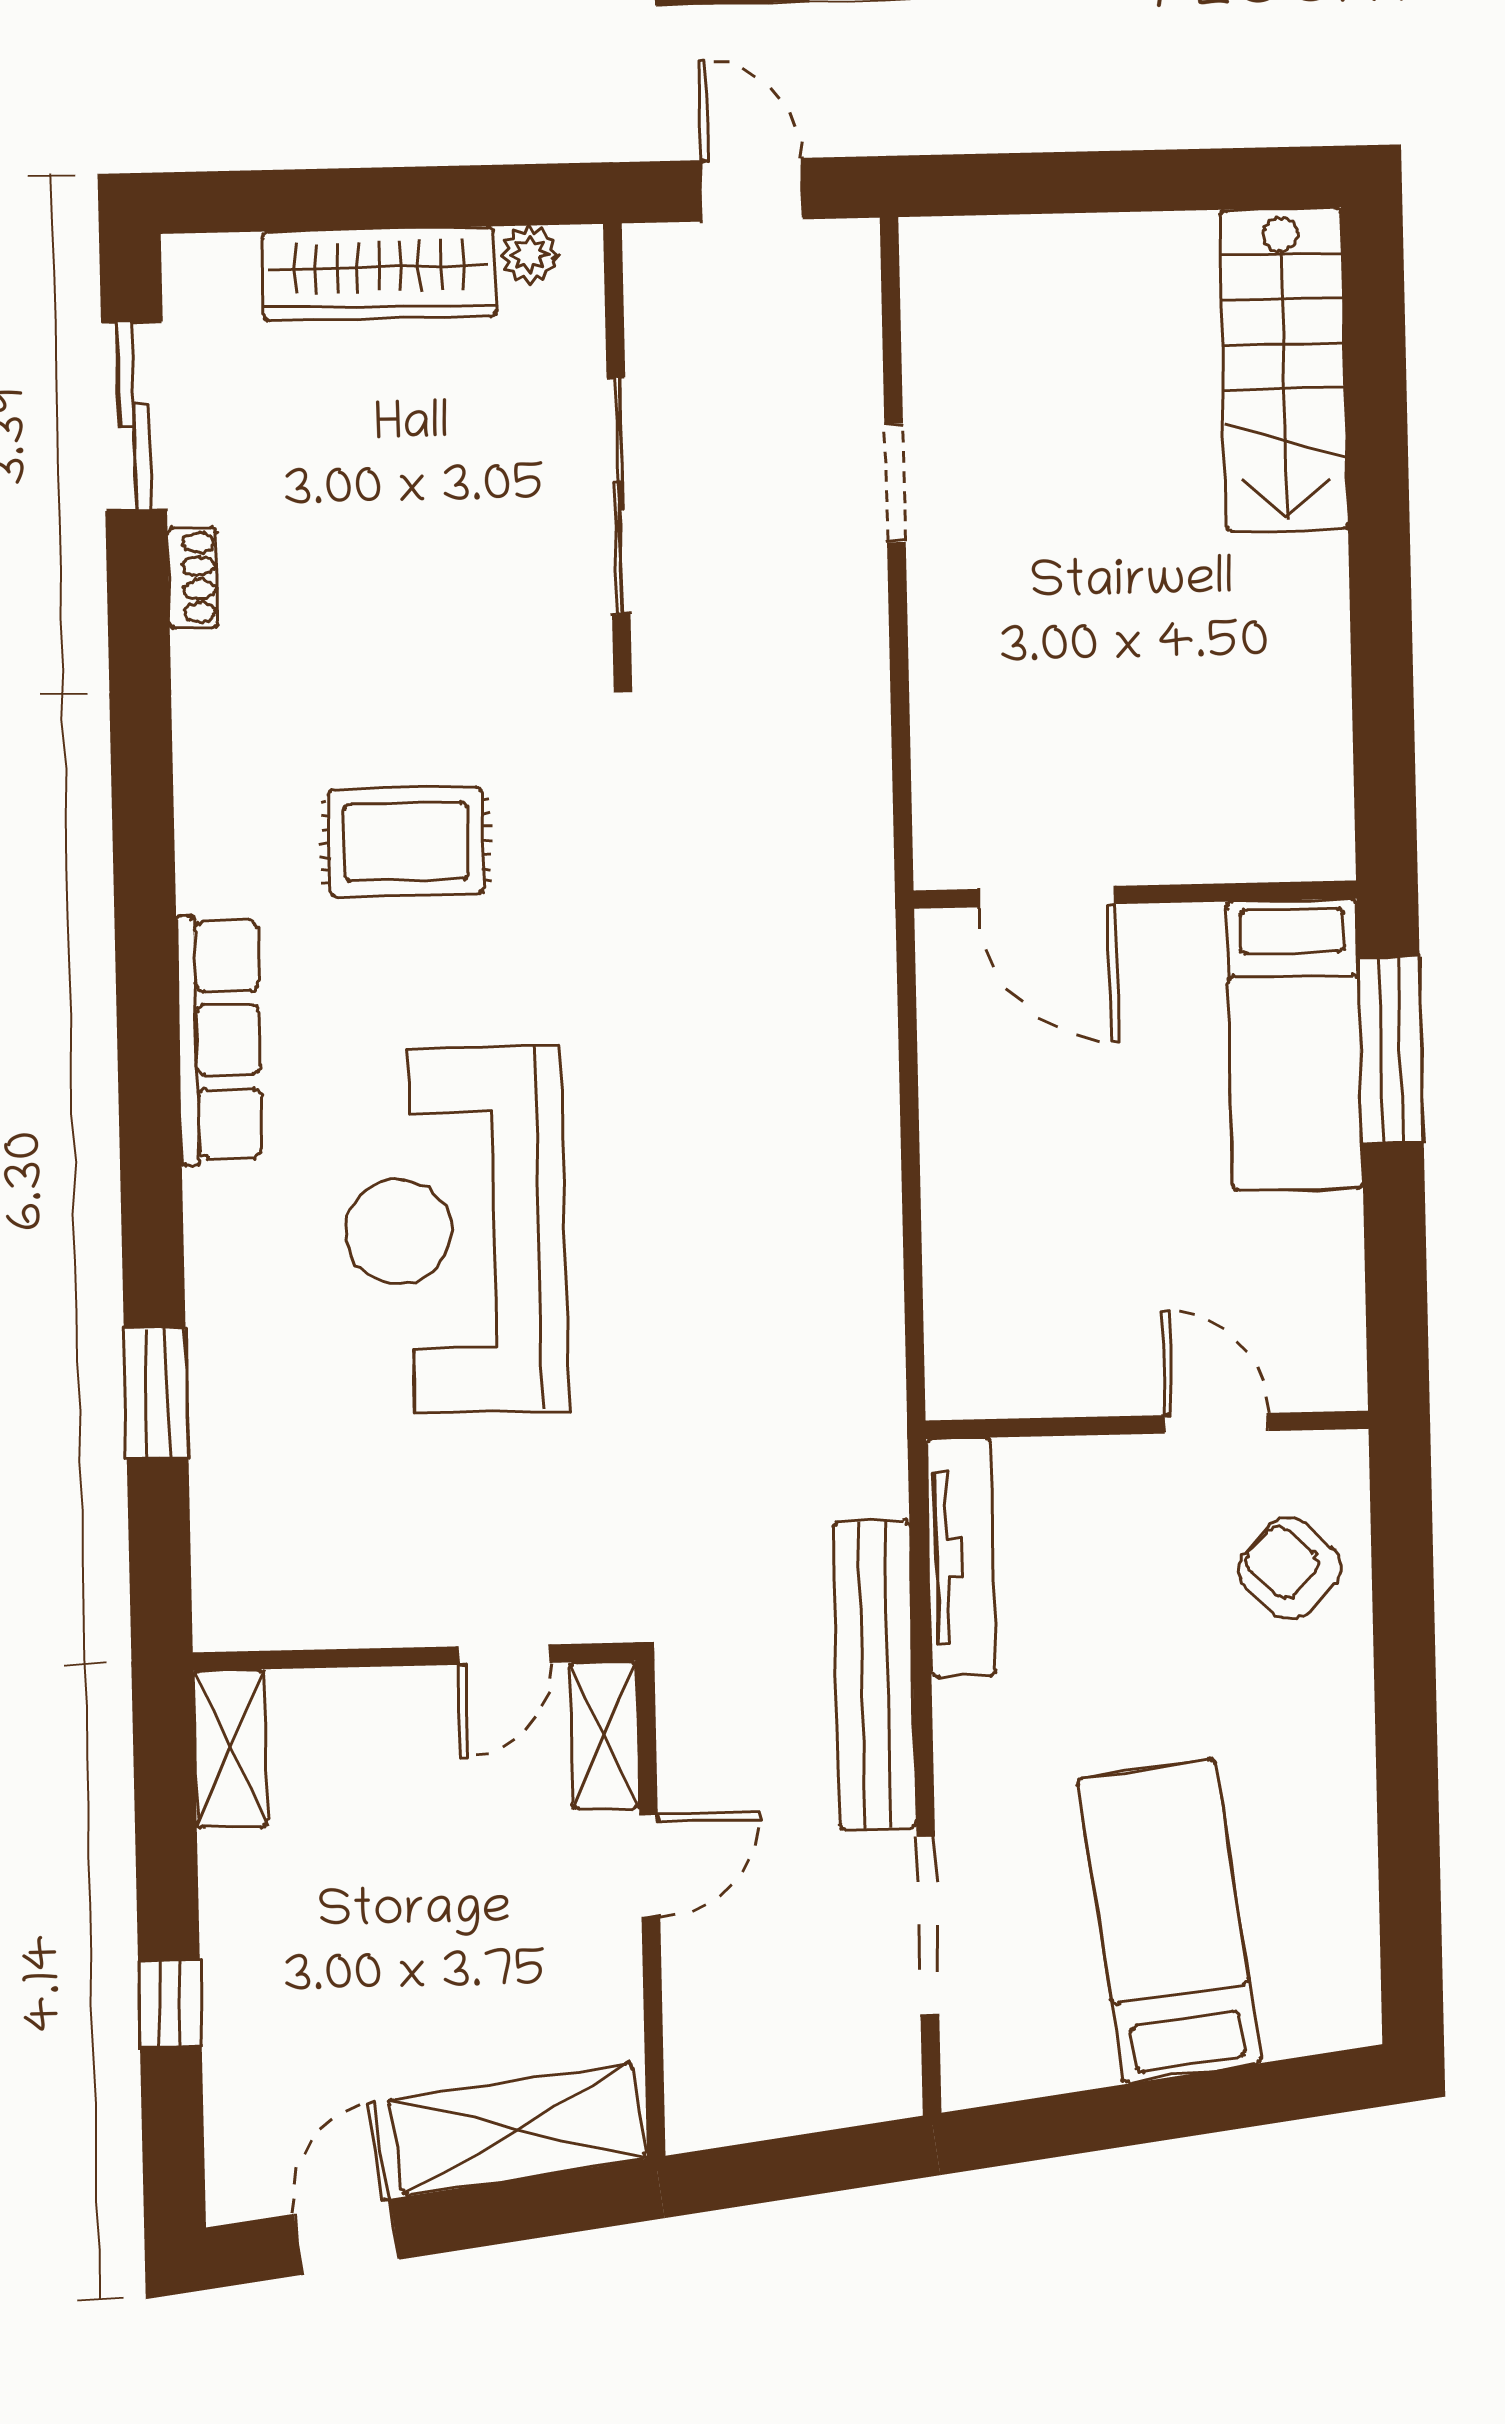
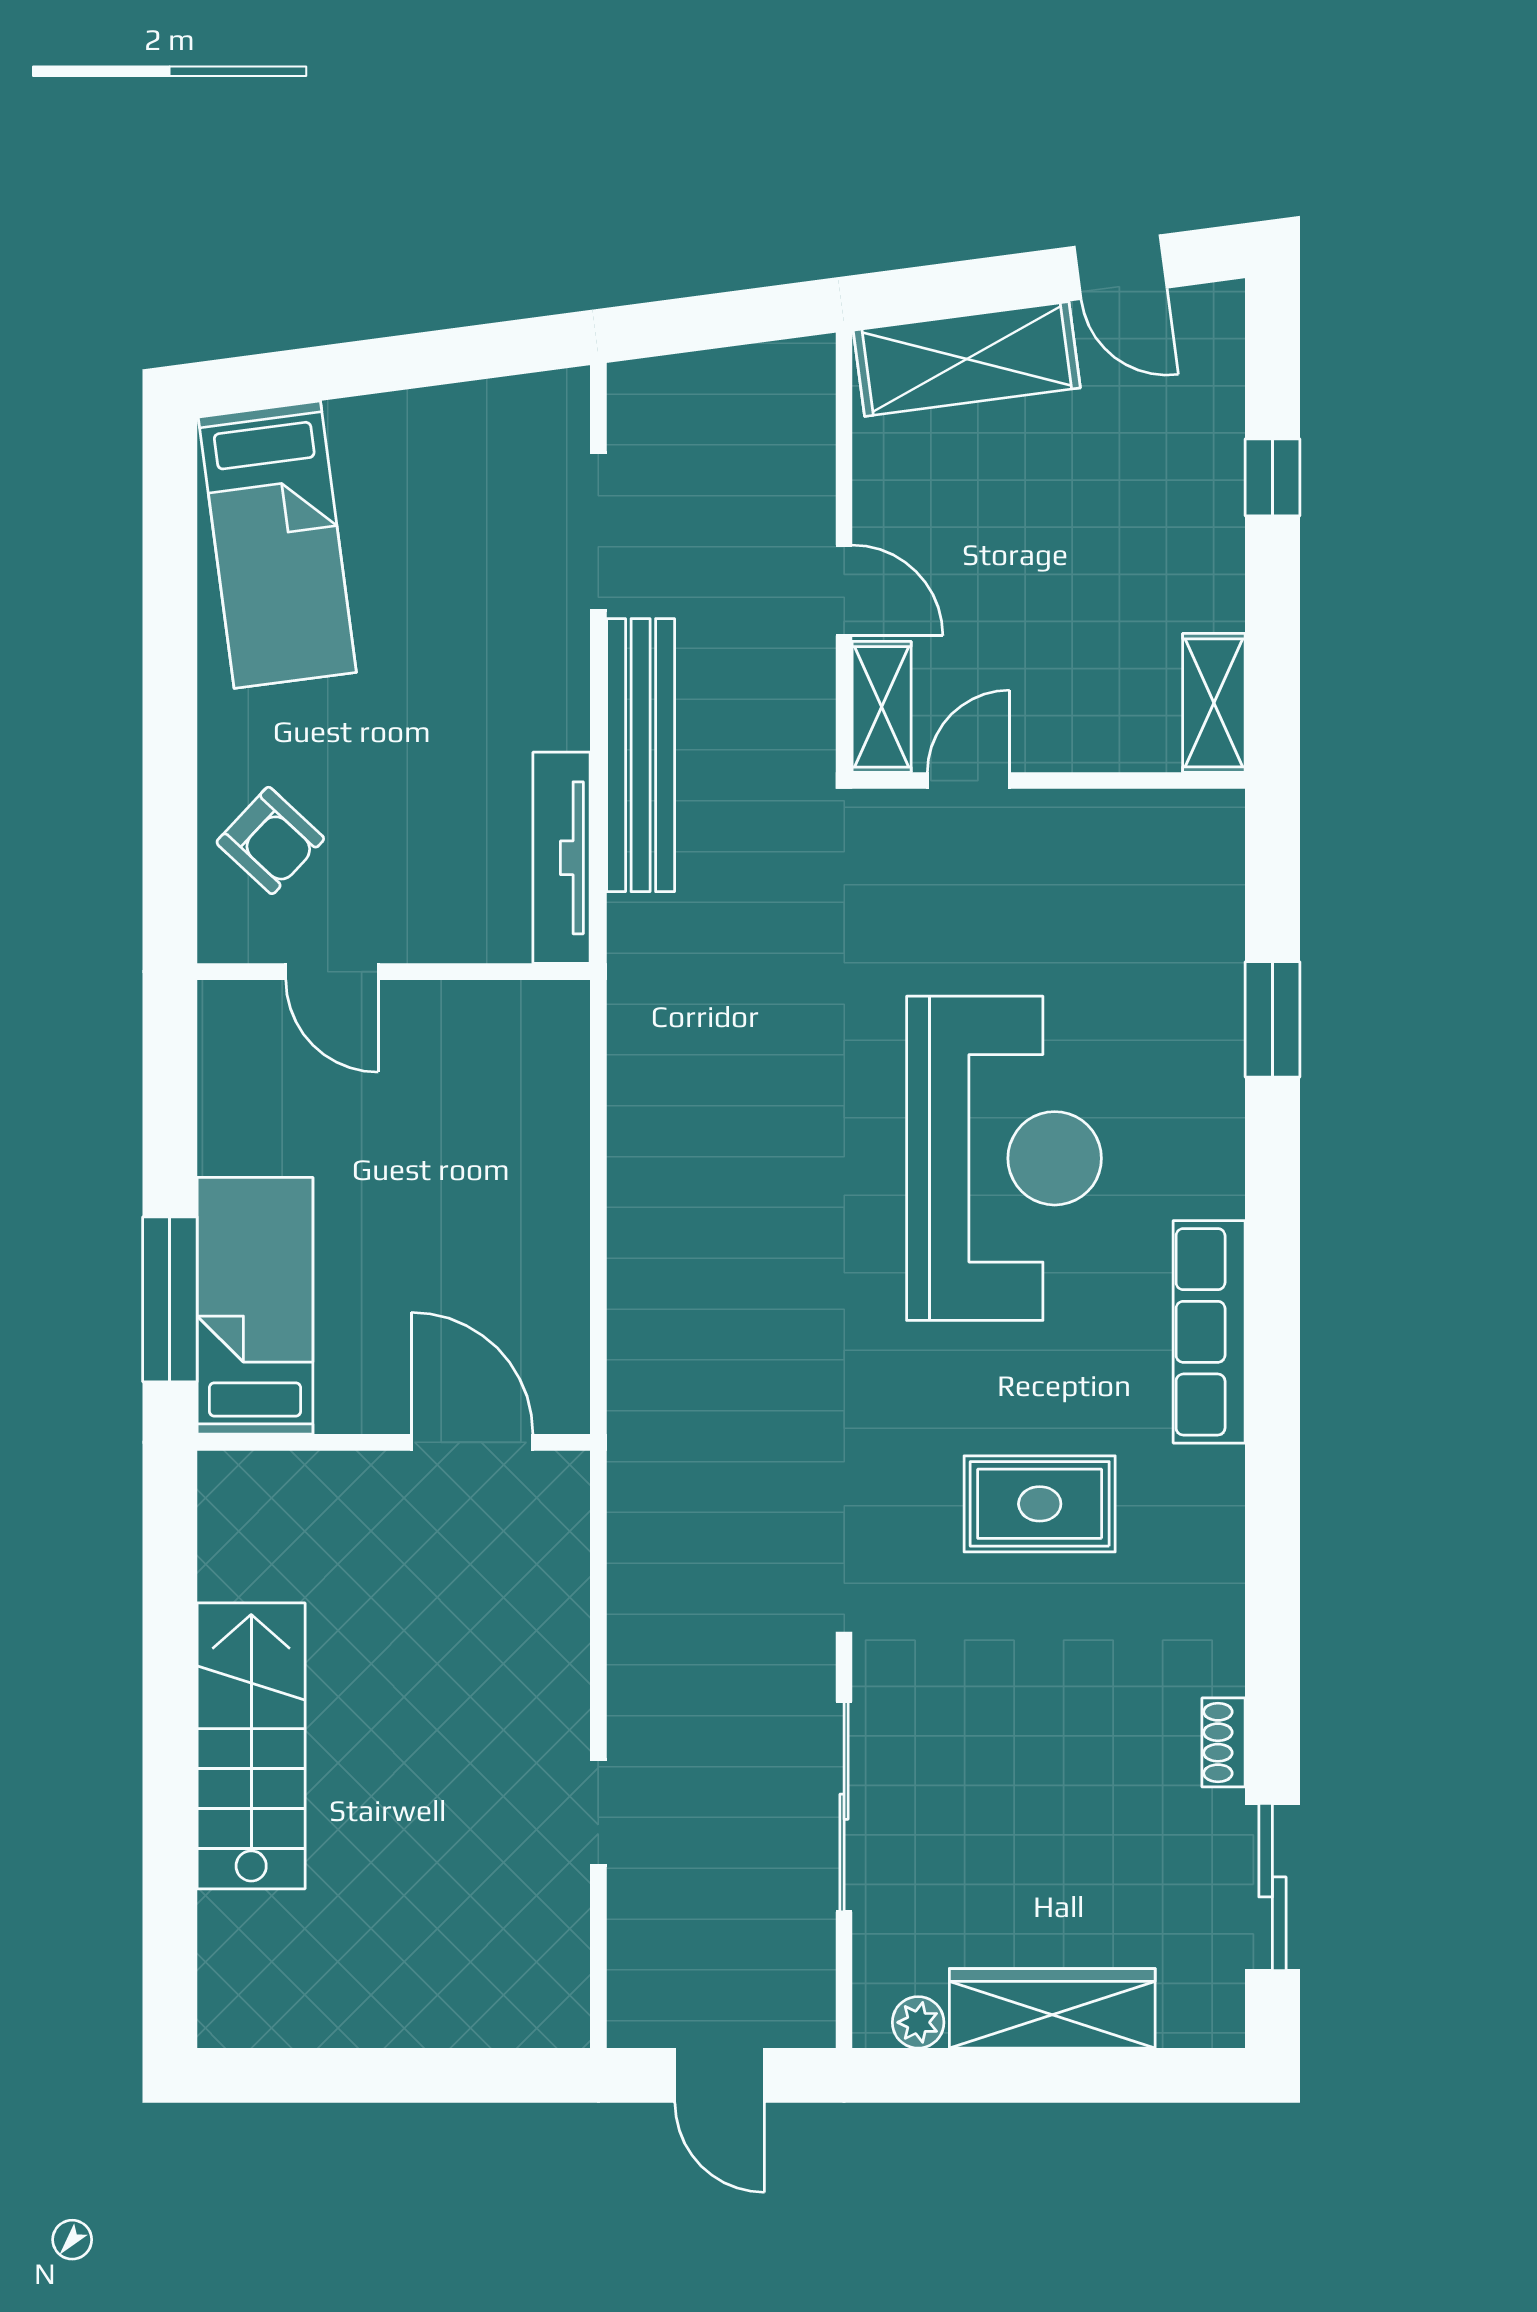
stairs: (1284, 370) -> (251, 1746), moved
door: (650, 1866) -> (844, 590), swing flipped
bed: (1169, 1921) -> (277, 545), moved
door: (346, 2237) -> (1121, 267), hinge flipped

